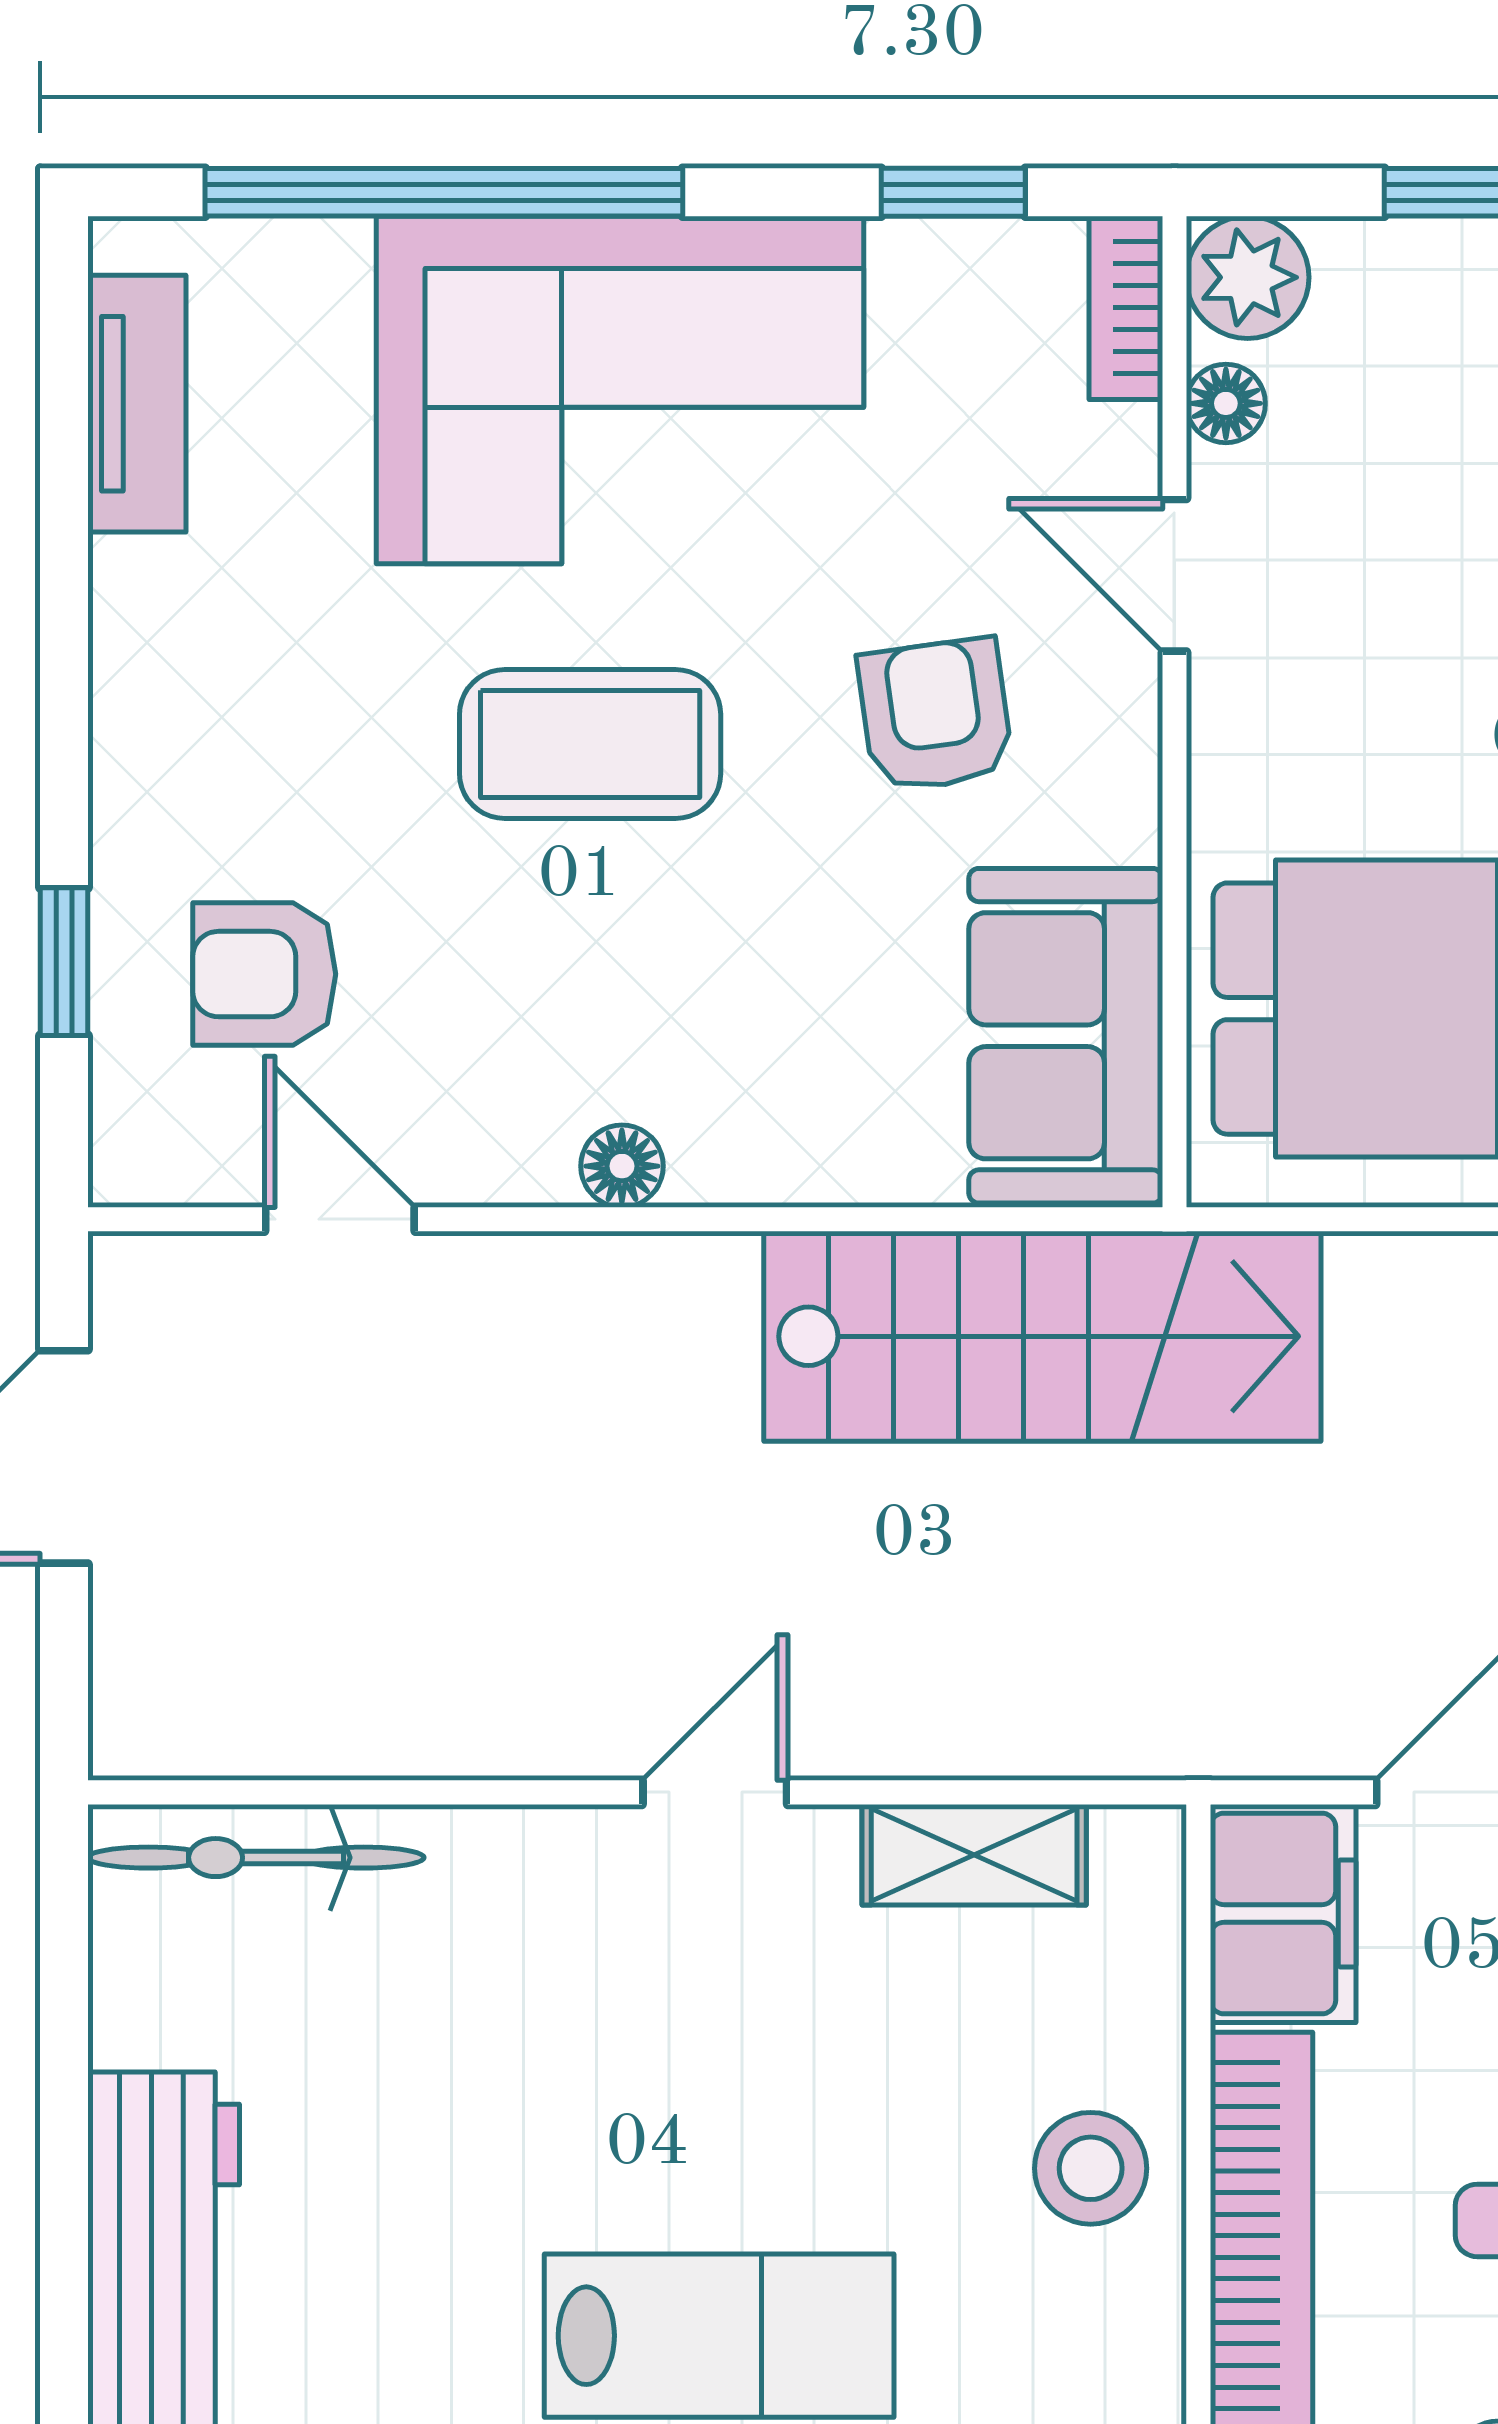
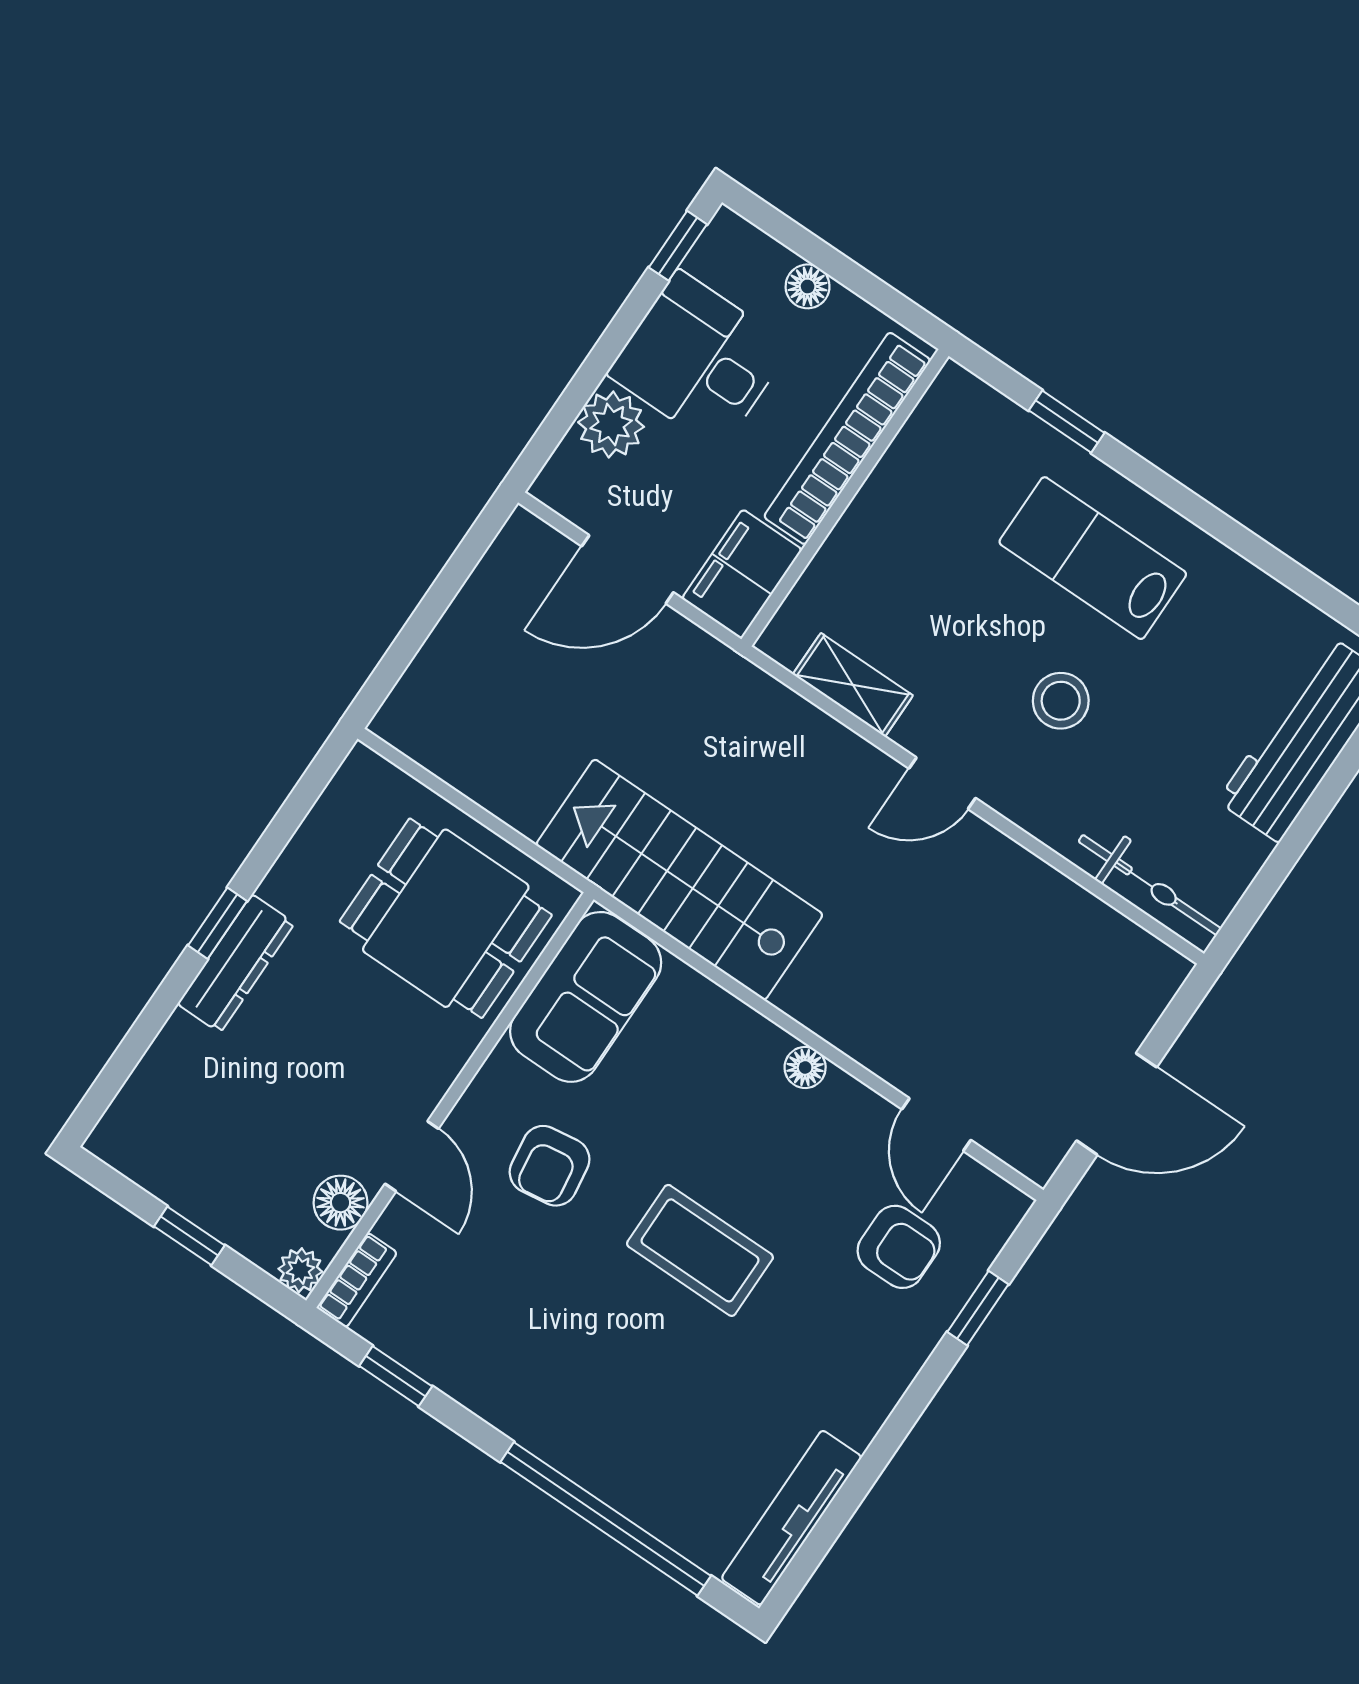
plant: (1248, 277) -> (300, 1270), width x0.73, depth x0.73
corner sofa: (620, 390) -> (588, 1388), removed
floor lamp: (1226, 403) -> (341, 1203), width x1.37, depth x1.37
tv unit: (137, 404) -> (791, 1518), width x1.41
stool: (1091, 2168) -> (1061, 701), moved

